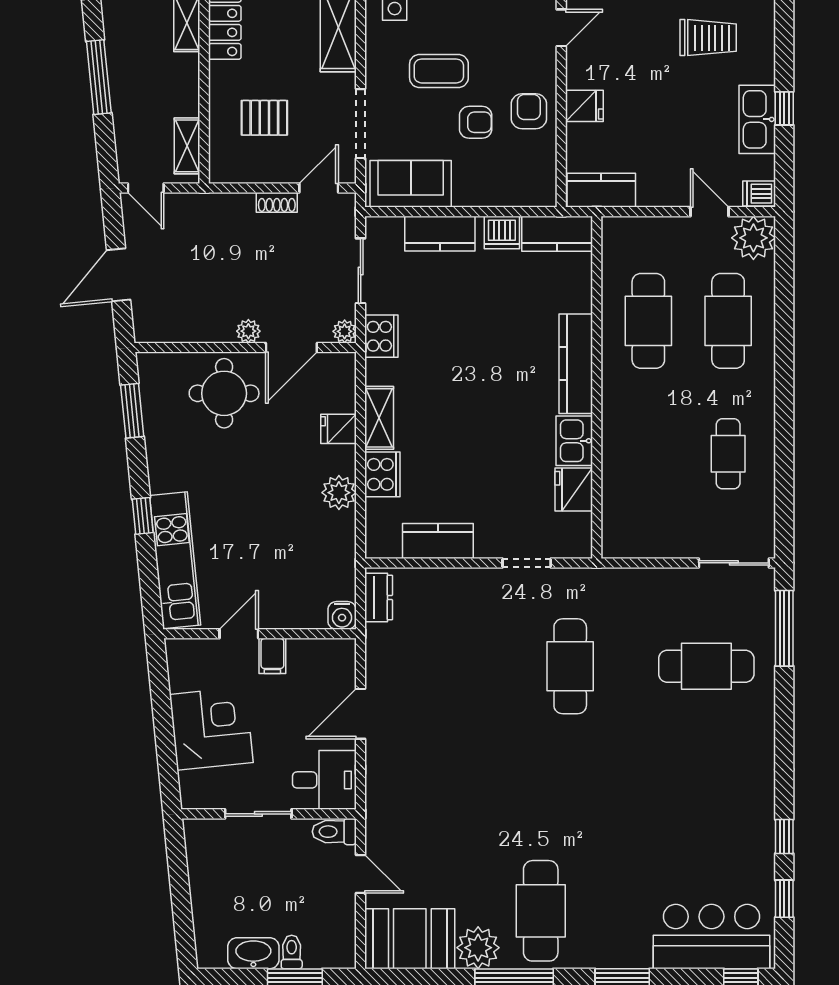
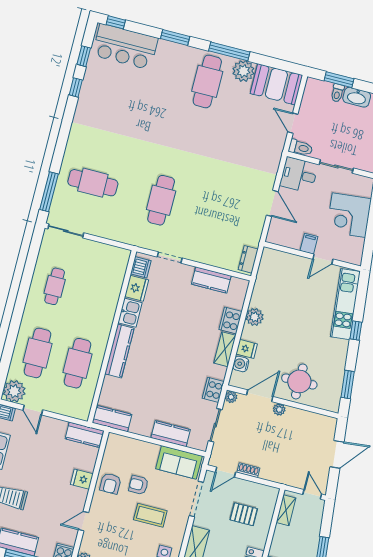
dishwasher: (502, 232) -> (141, 267), moved, turned 90
water cooler: (342, 615) -> (241, 364), moved, turned -90
door: (361, 714) -> (272, 203), hinge flipped

